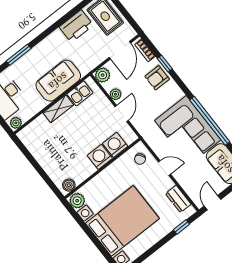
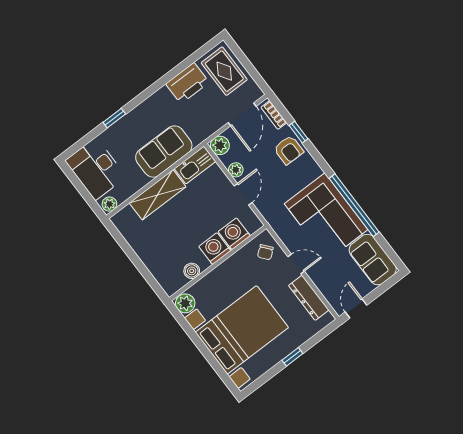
window: (19, 55) -> (114, 118), width x0.67
armchair: (157, 78) -> (289, 150), turned -90
kitchen sink: (80, 93) -> (195, 165), width x1.38
shelving: (58, 109) -> (158, 195), width x1.50, depth x1.33
boiler: (69, 185) -> (192, 271), moved
dresser: (178, 199) -> (309, 298), width x1.44
window: (181, 227) -> (292, 357), moved

